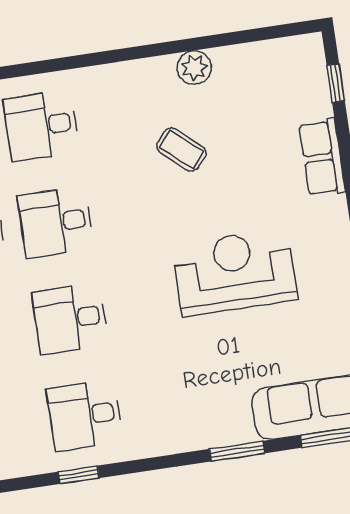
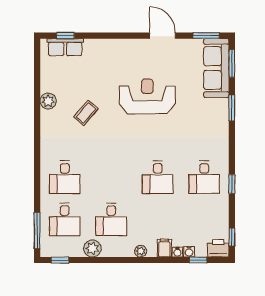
row of seats: (322, 157) -> (65, 47), moved
desk: (56, 222) -> (111, 177), removed
reception desk: (235, 272) -> (147, 96), turned 90

